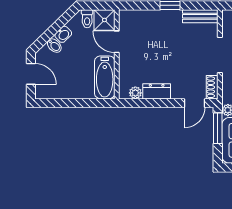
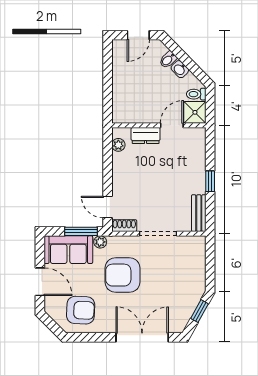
bathtub: (105, 77) -> (135, 113), removed
dresser: (157, 91) -> (146, 135), moved, turned 90

